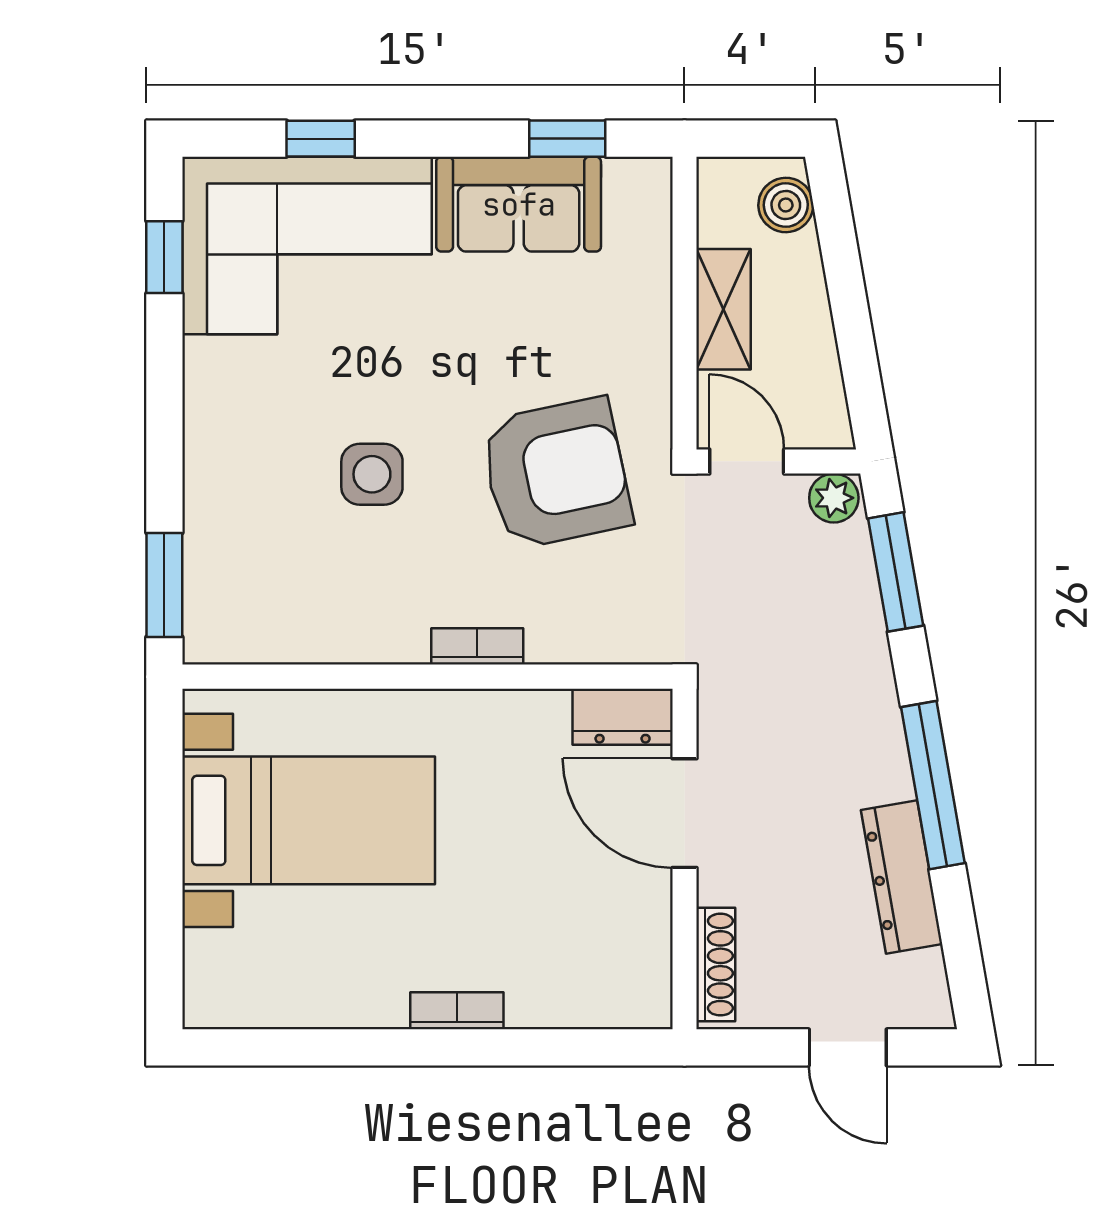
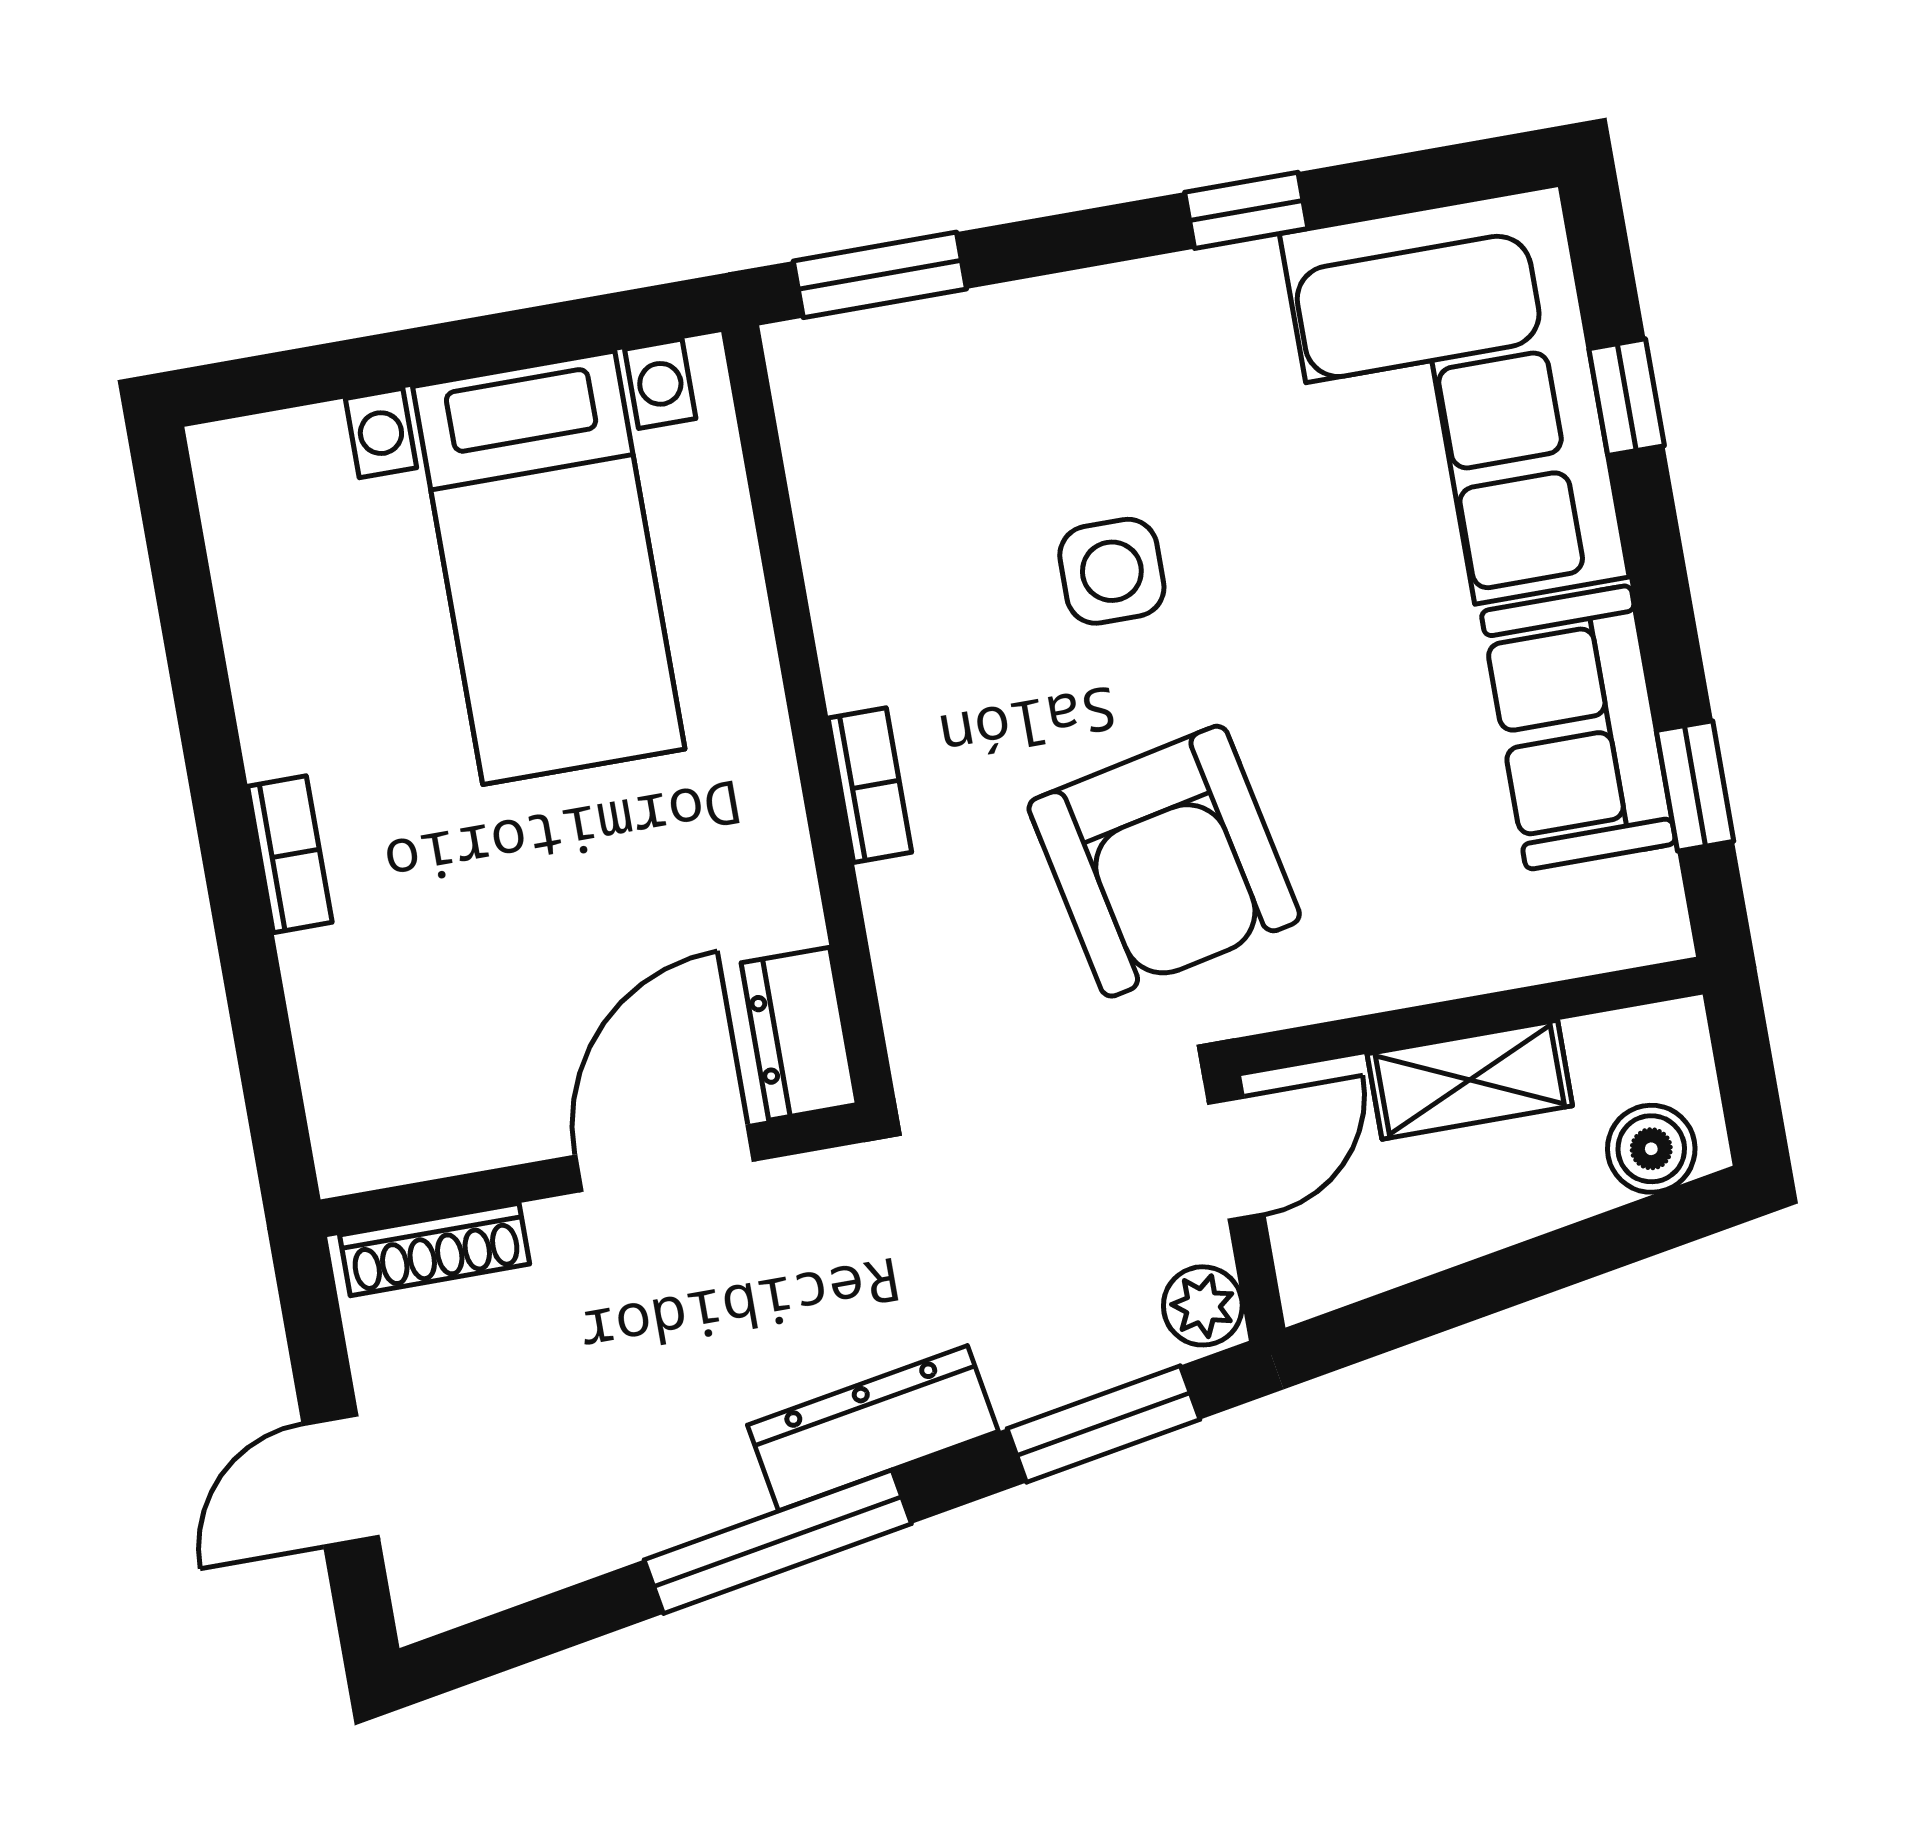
window: (164, 257) -> (1246, 210), moved
dresser: (902, 877) -> (873, 1428), moved

